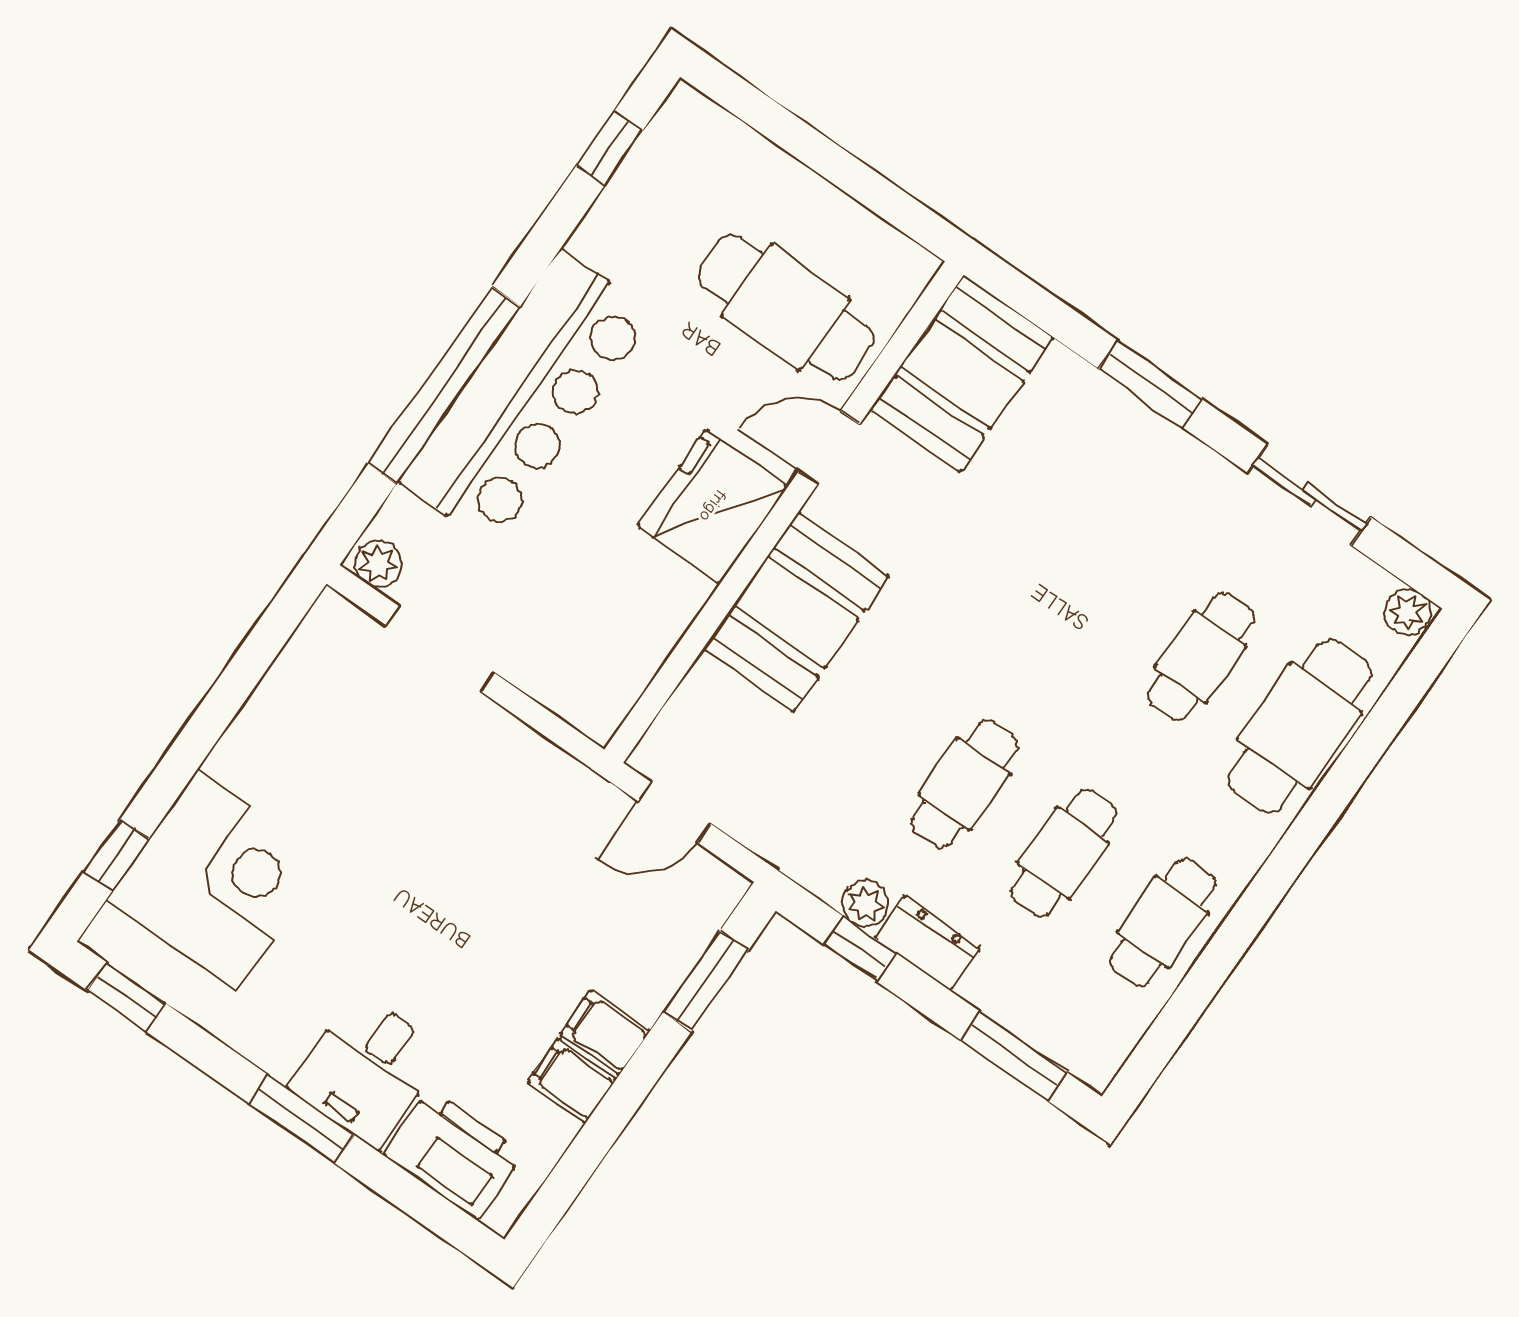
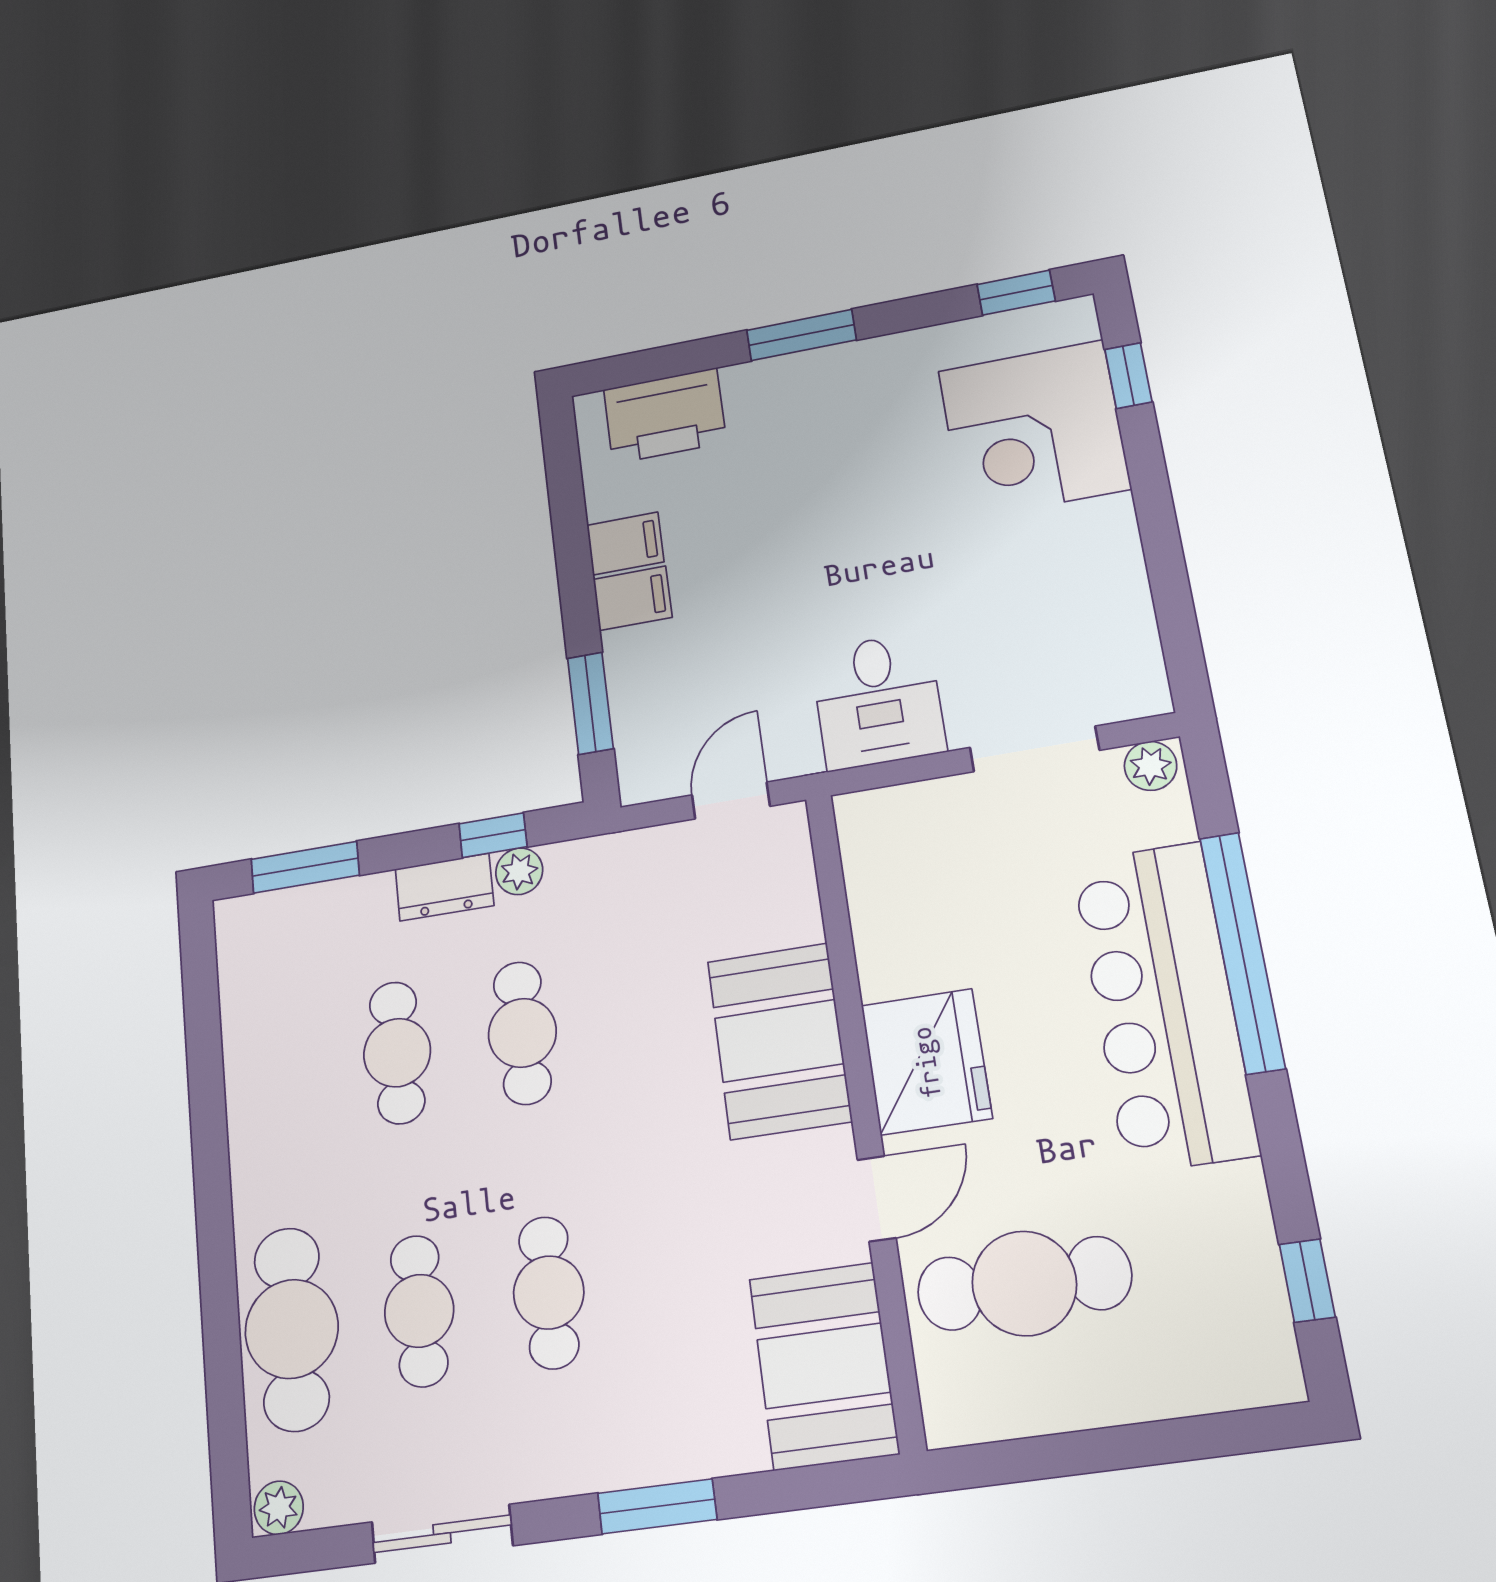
cafe table: (1163, 922) -> (549, 1293), moved
desk: (368, 1070) -> (878, 701), moved, turned 180

